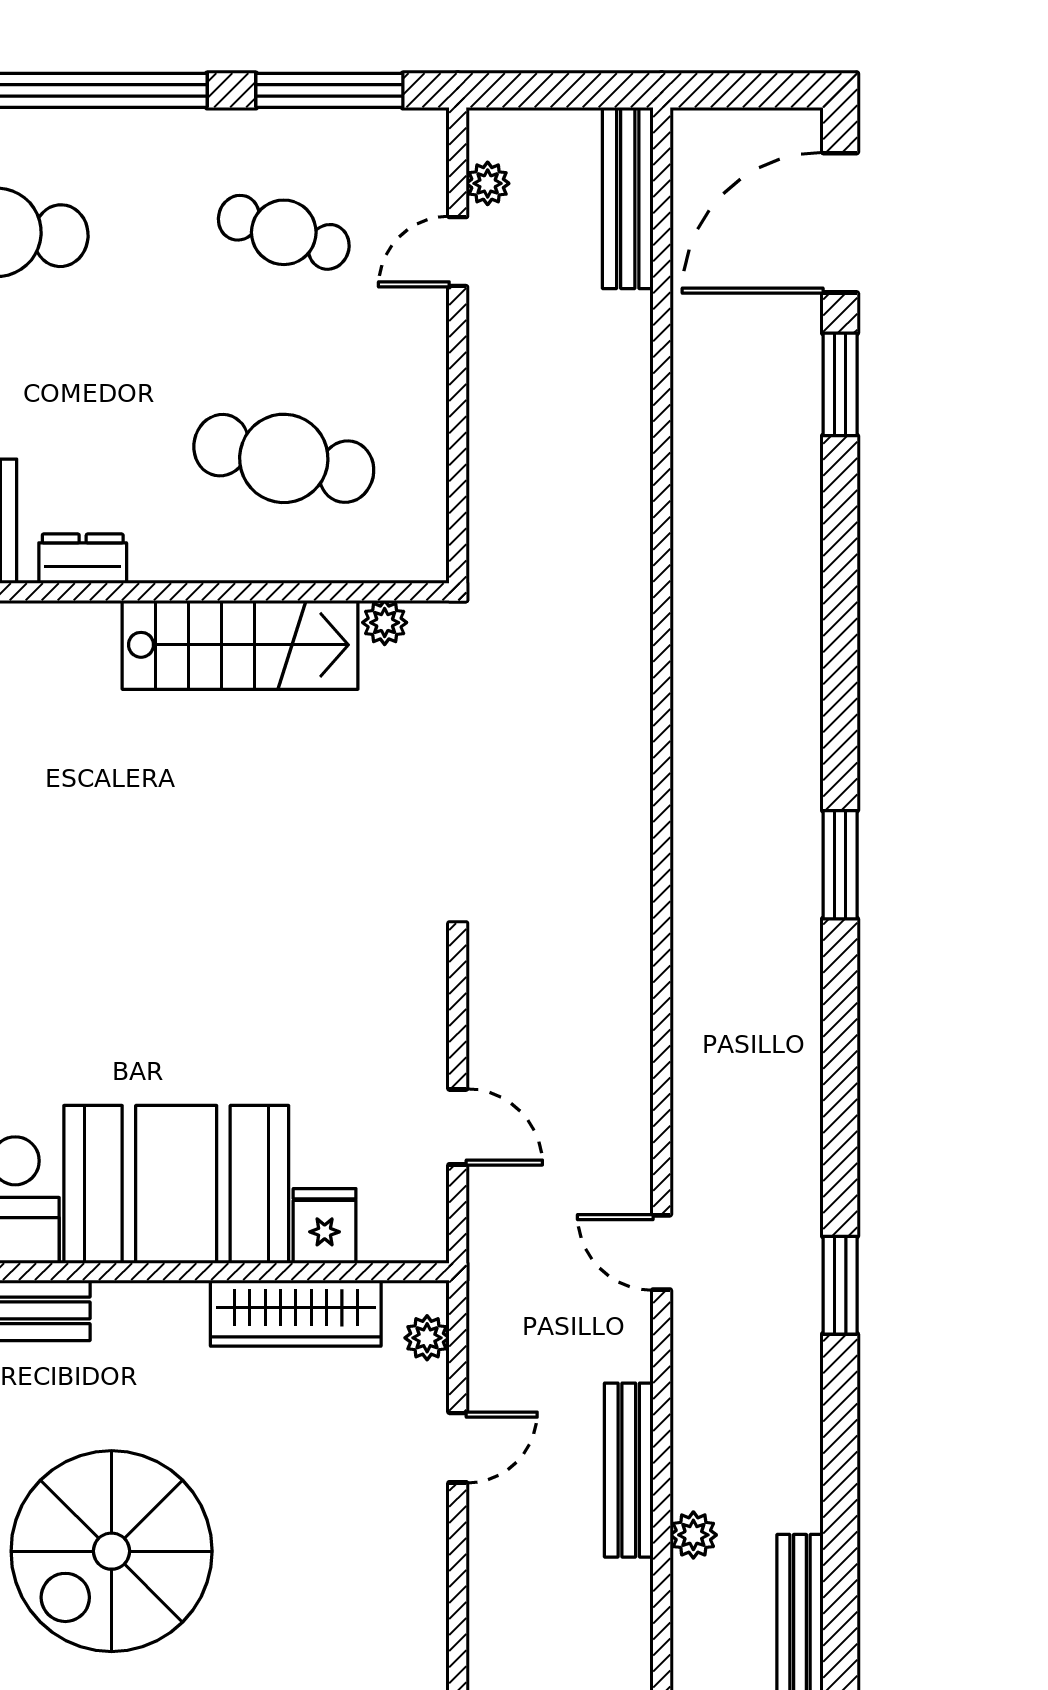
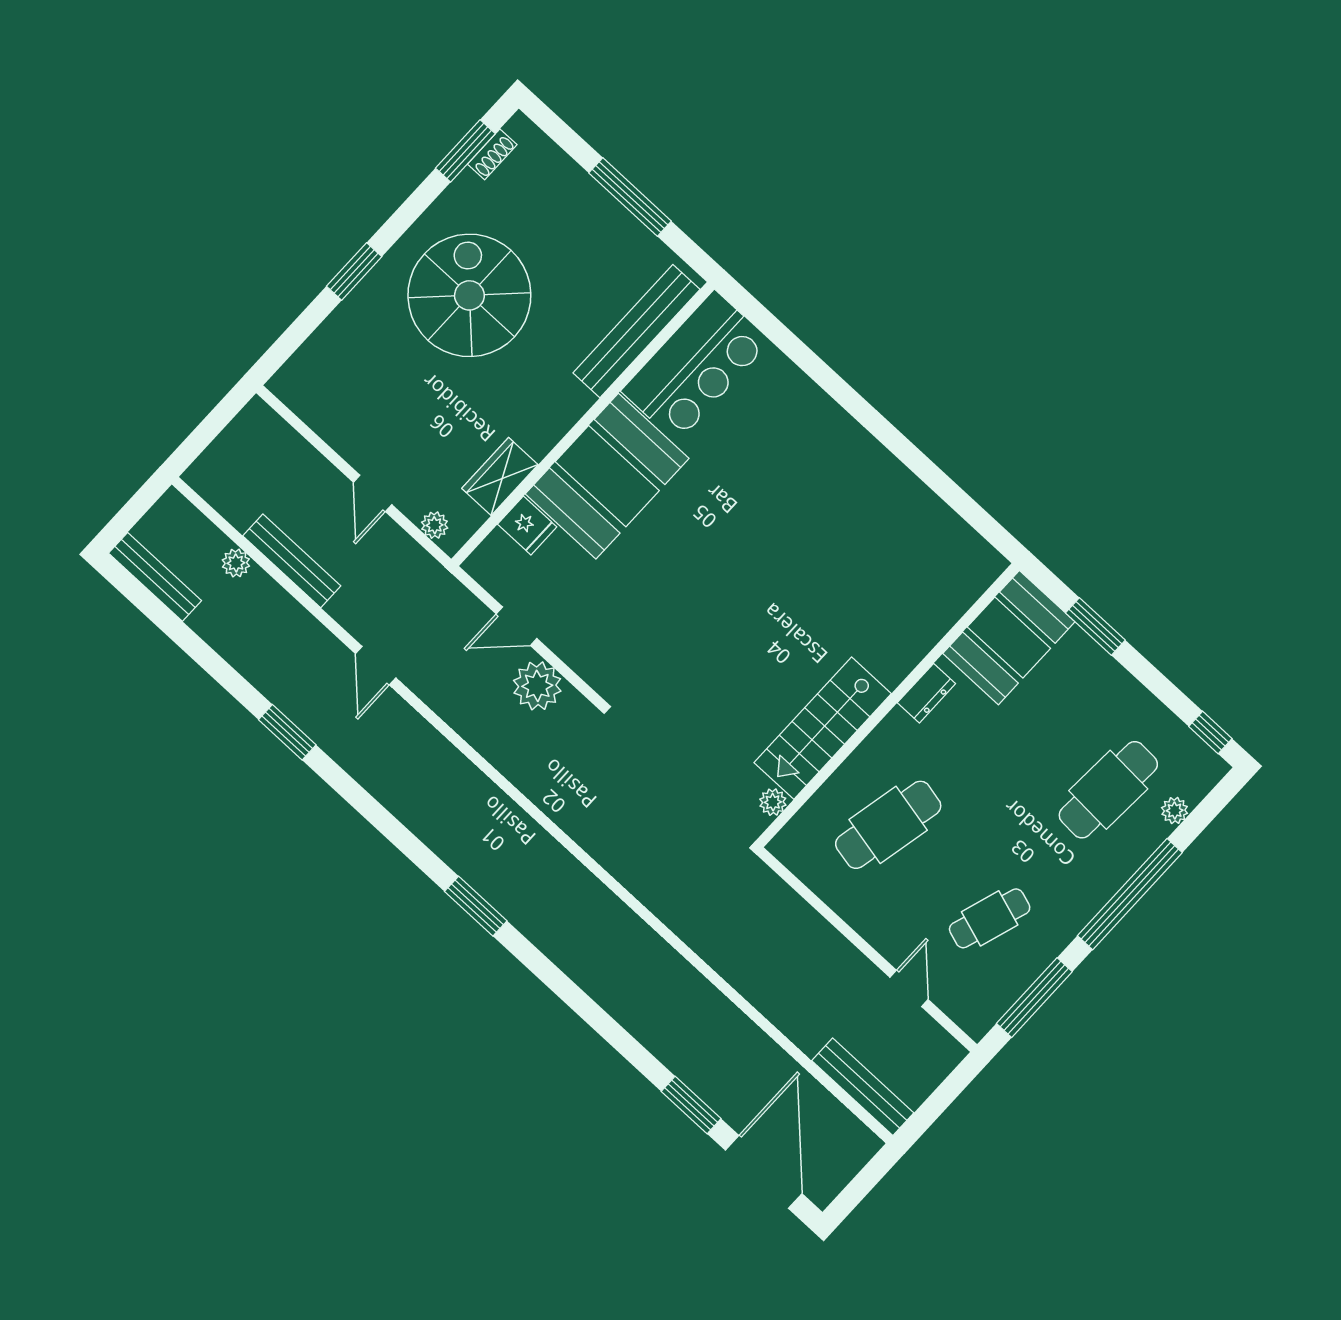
plant: (488, 183) -> (537, 686), moved, width x1.88, depth x1.88
door: (662, 1252) -> (376, 666), swing flipped
wardrobe: (296, 1313) -> (500, 476), width x0.67

